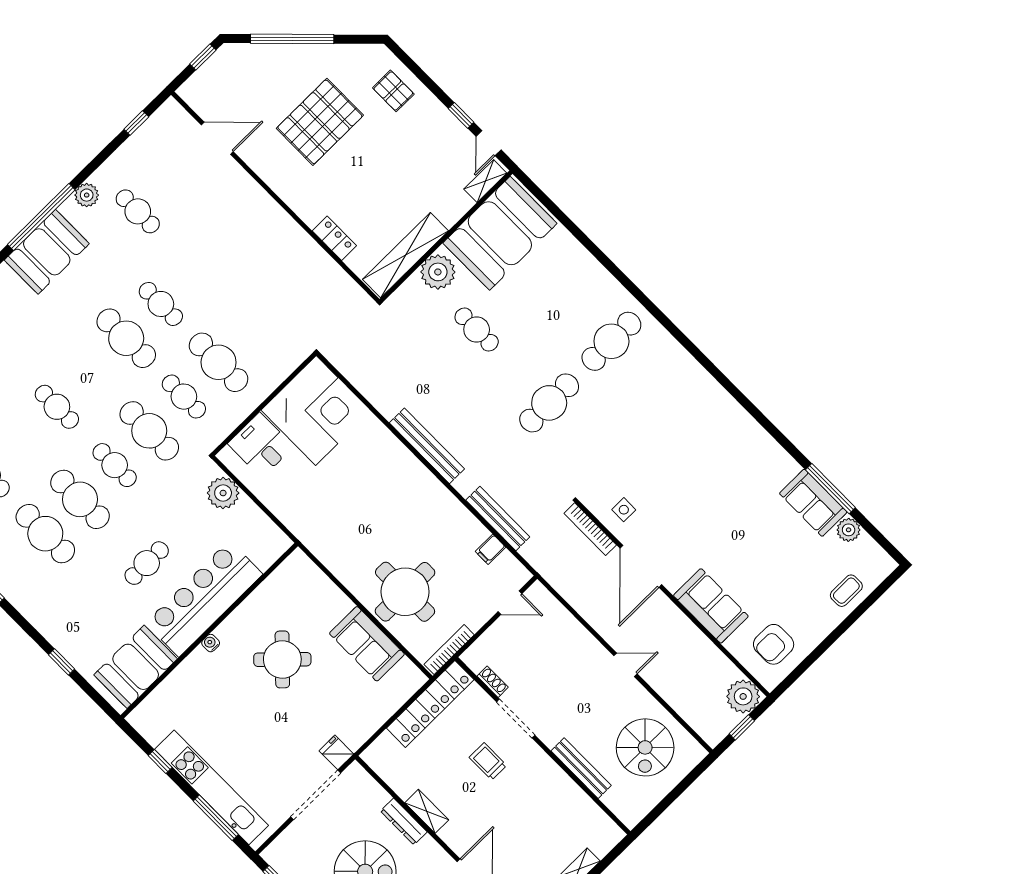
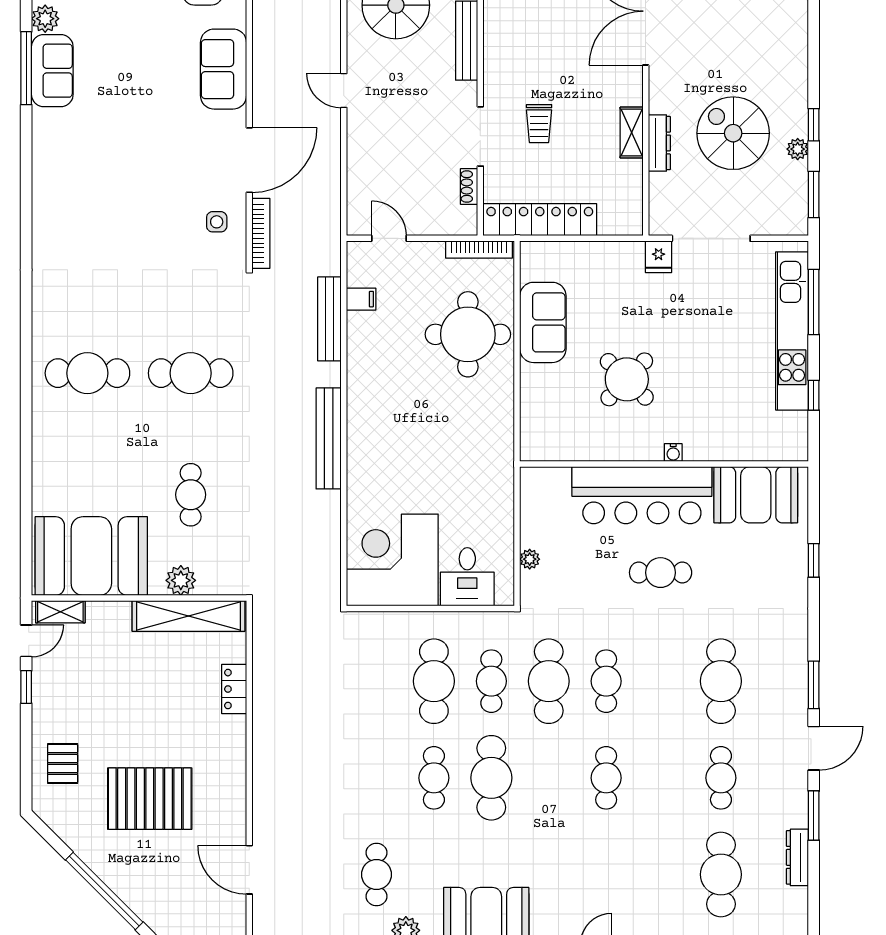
plant: (438, 272) -> (181, 580), width x0.73, depth x0.73
plant: (223, 493) -> (530, 559), width x0.53, depth x0.53
cafe table: (80, 499) -> (664, 681), removed

